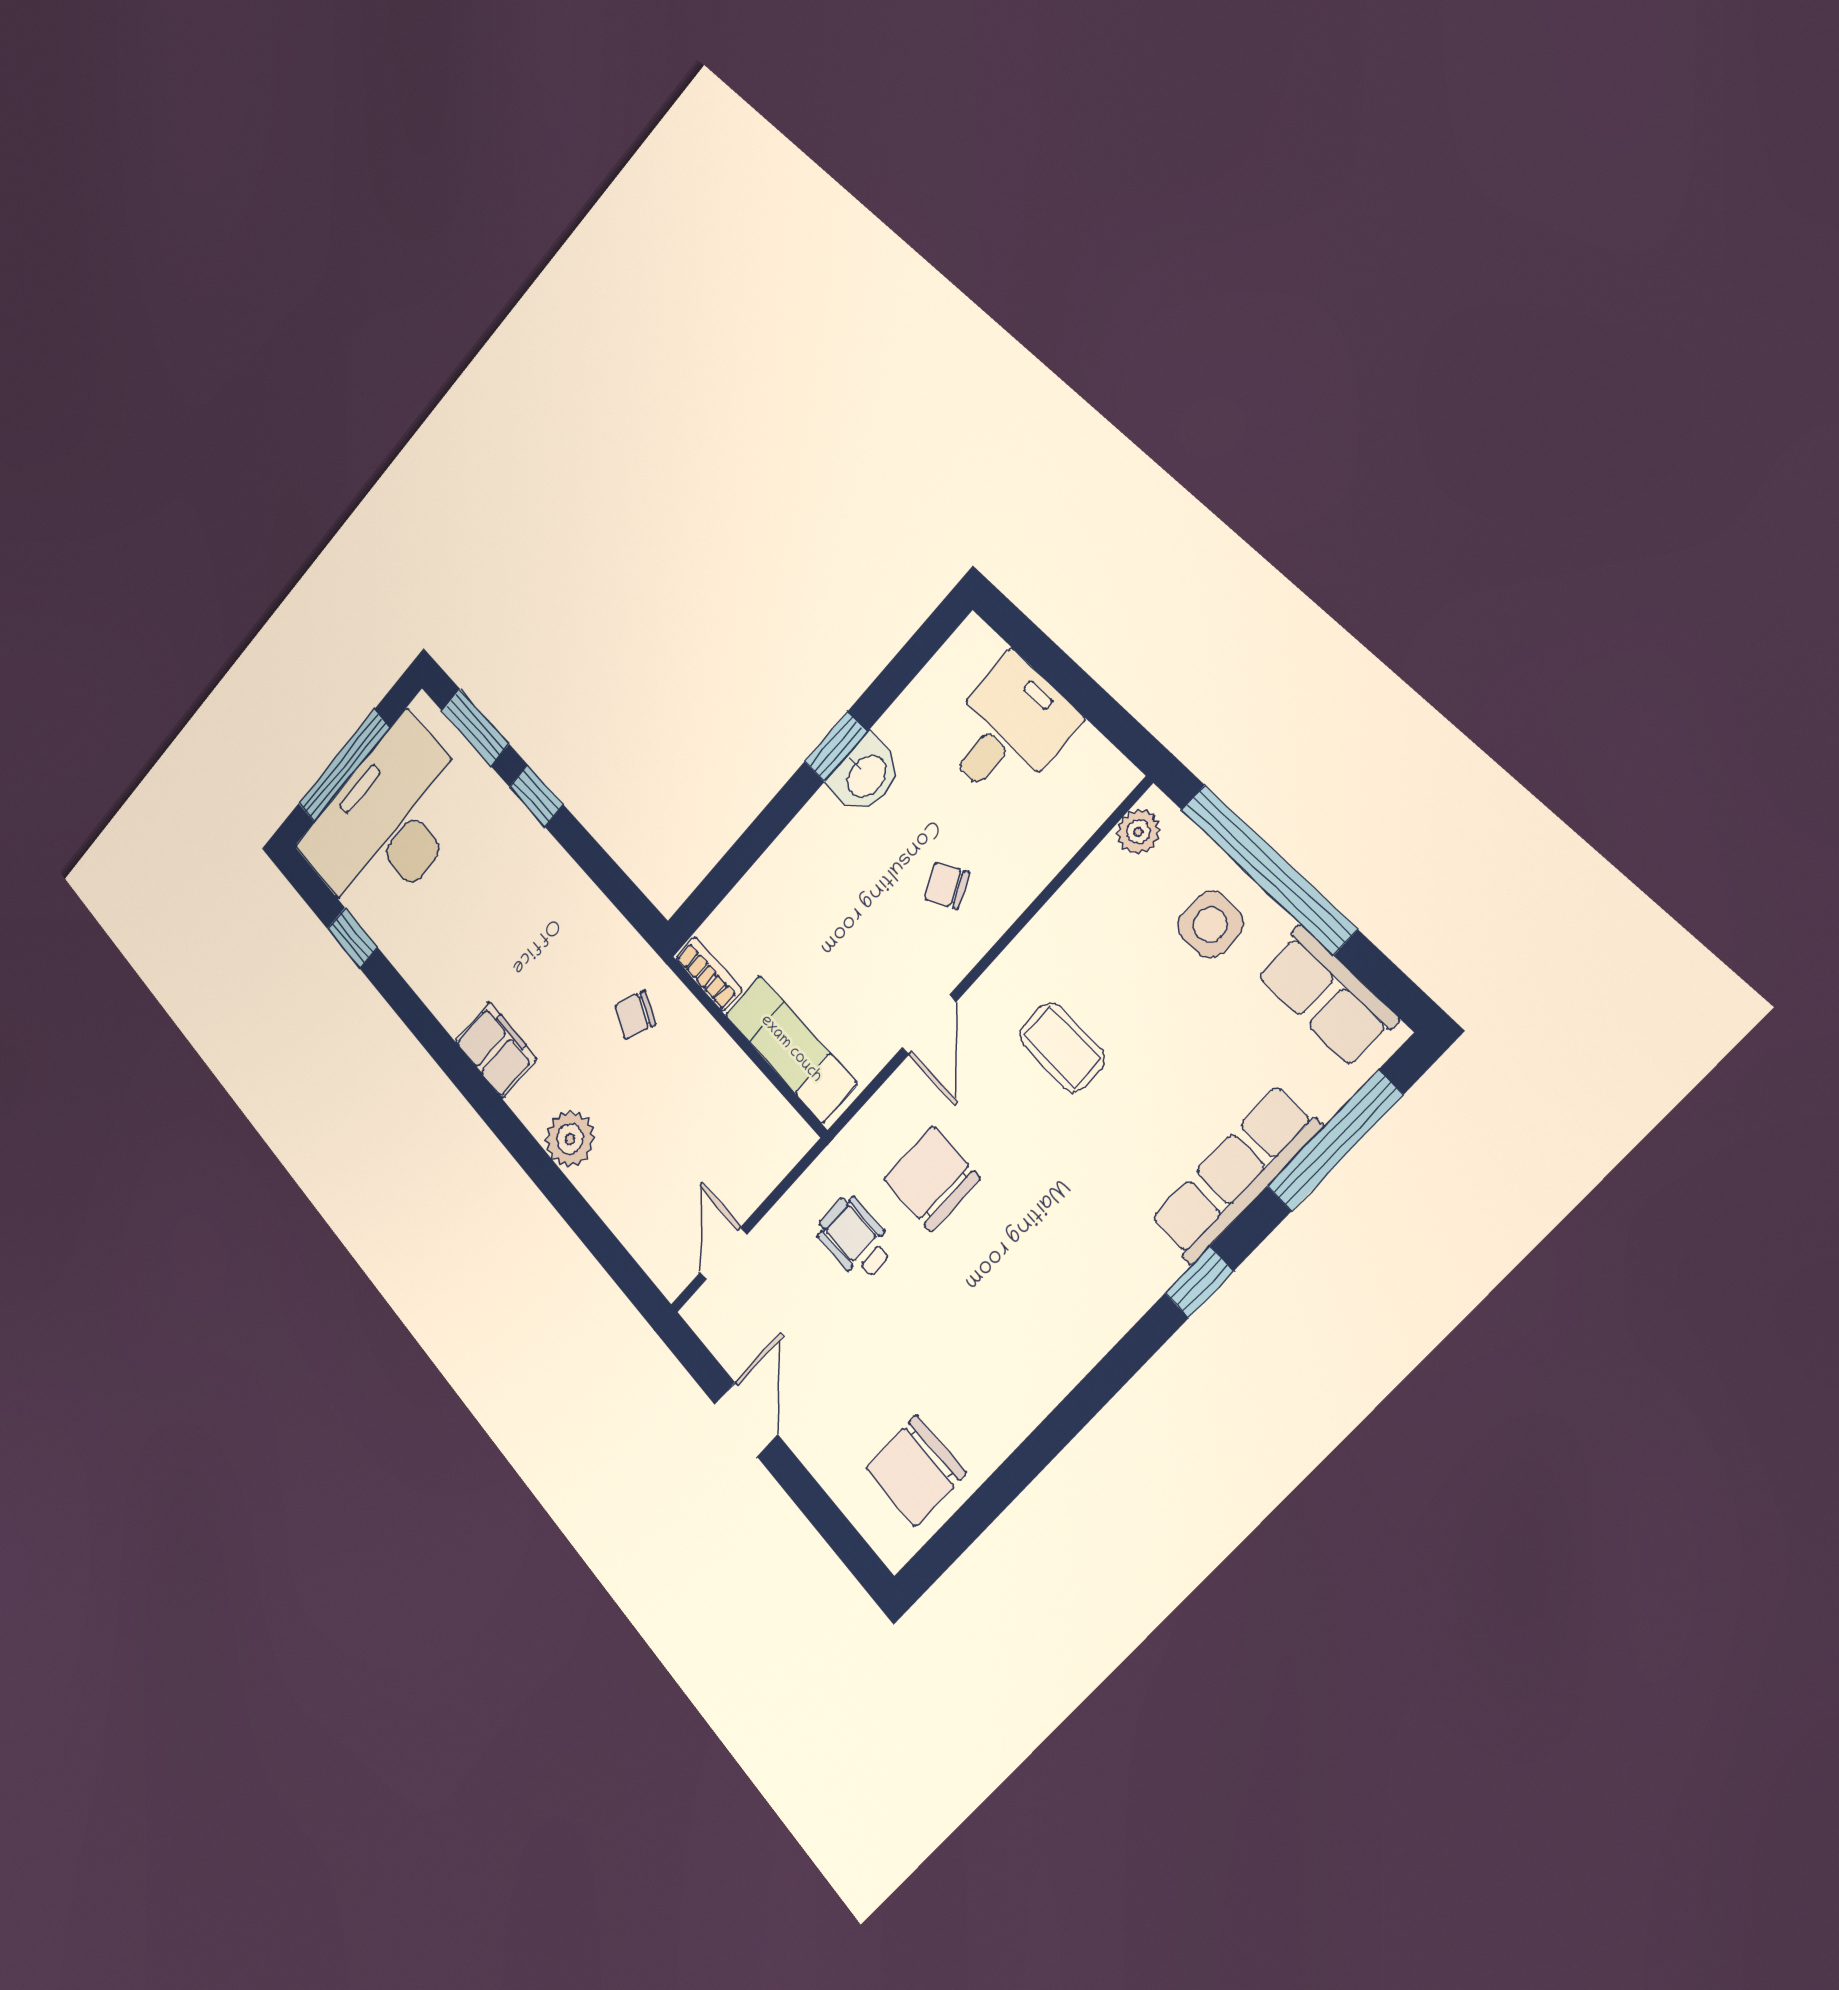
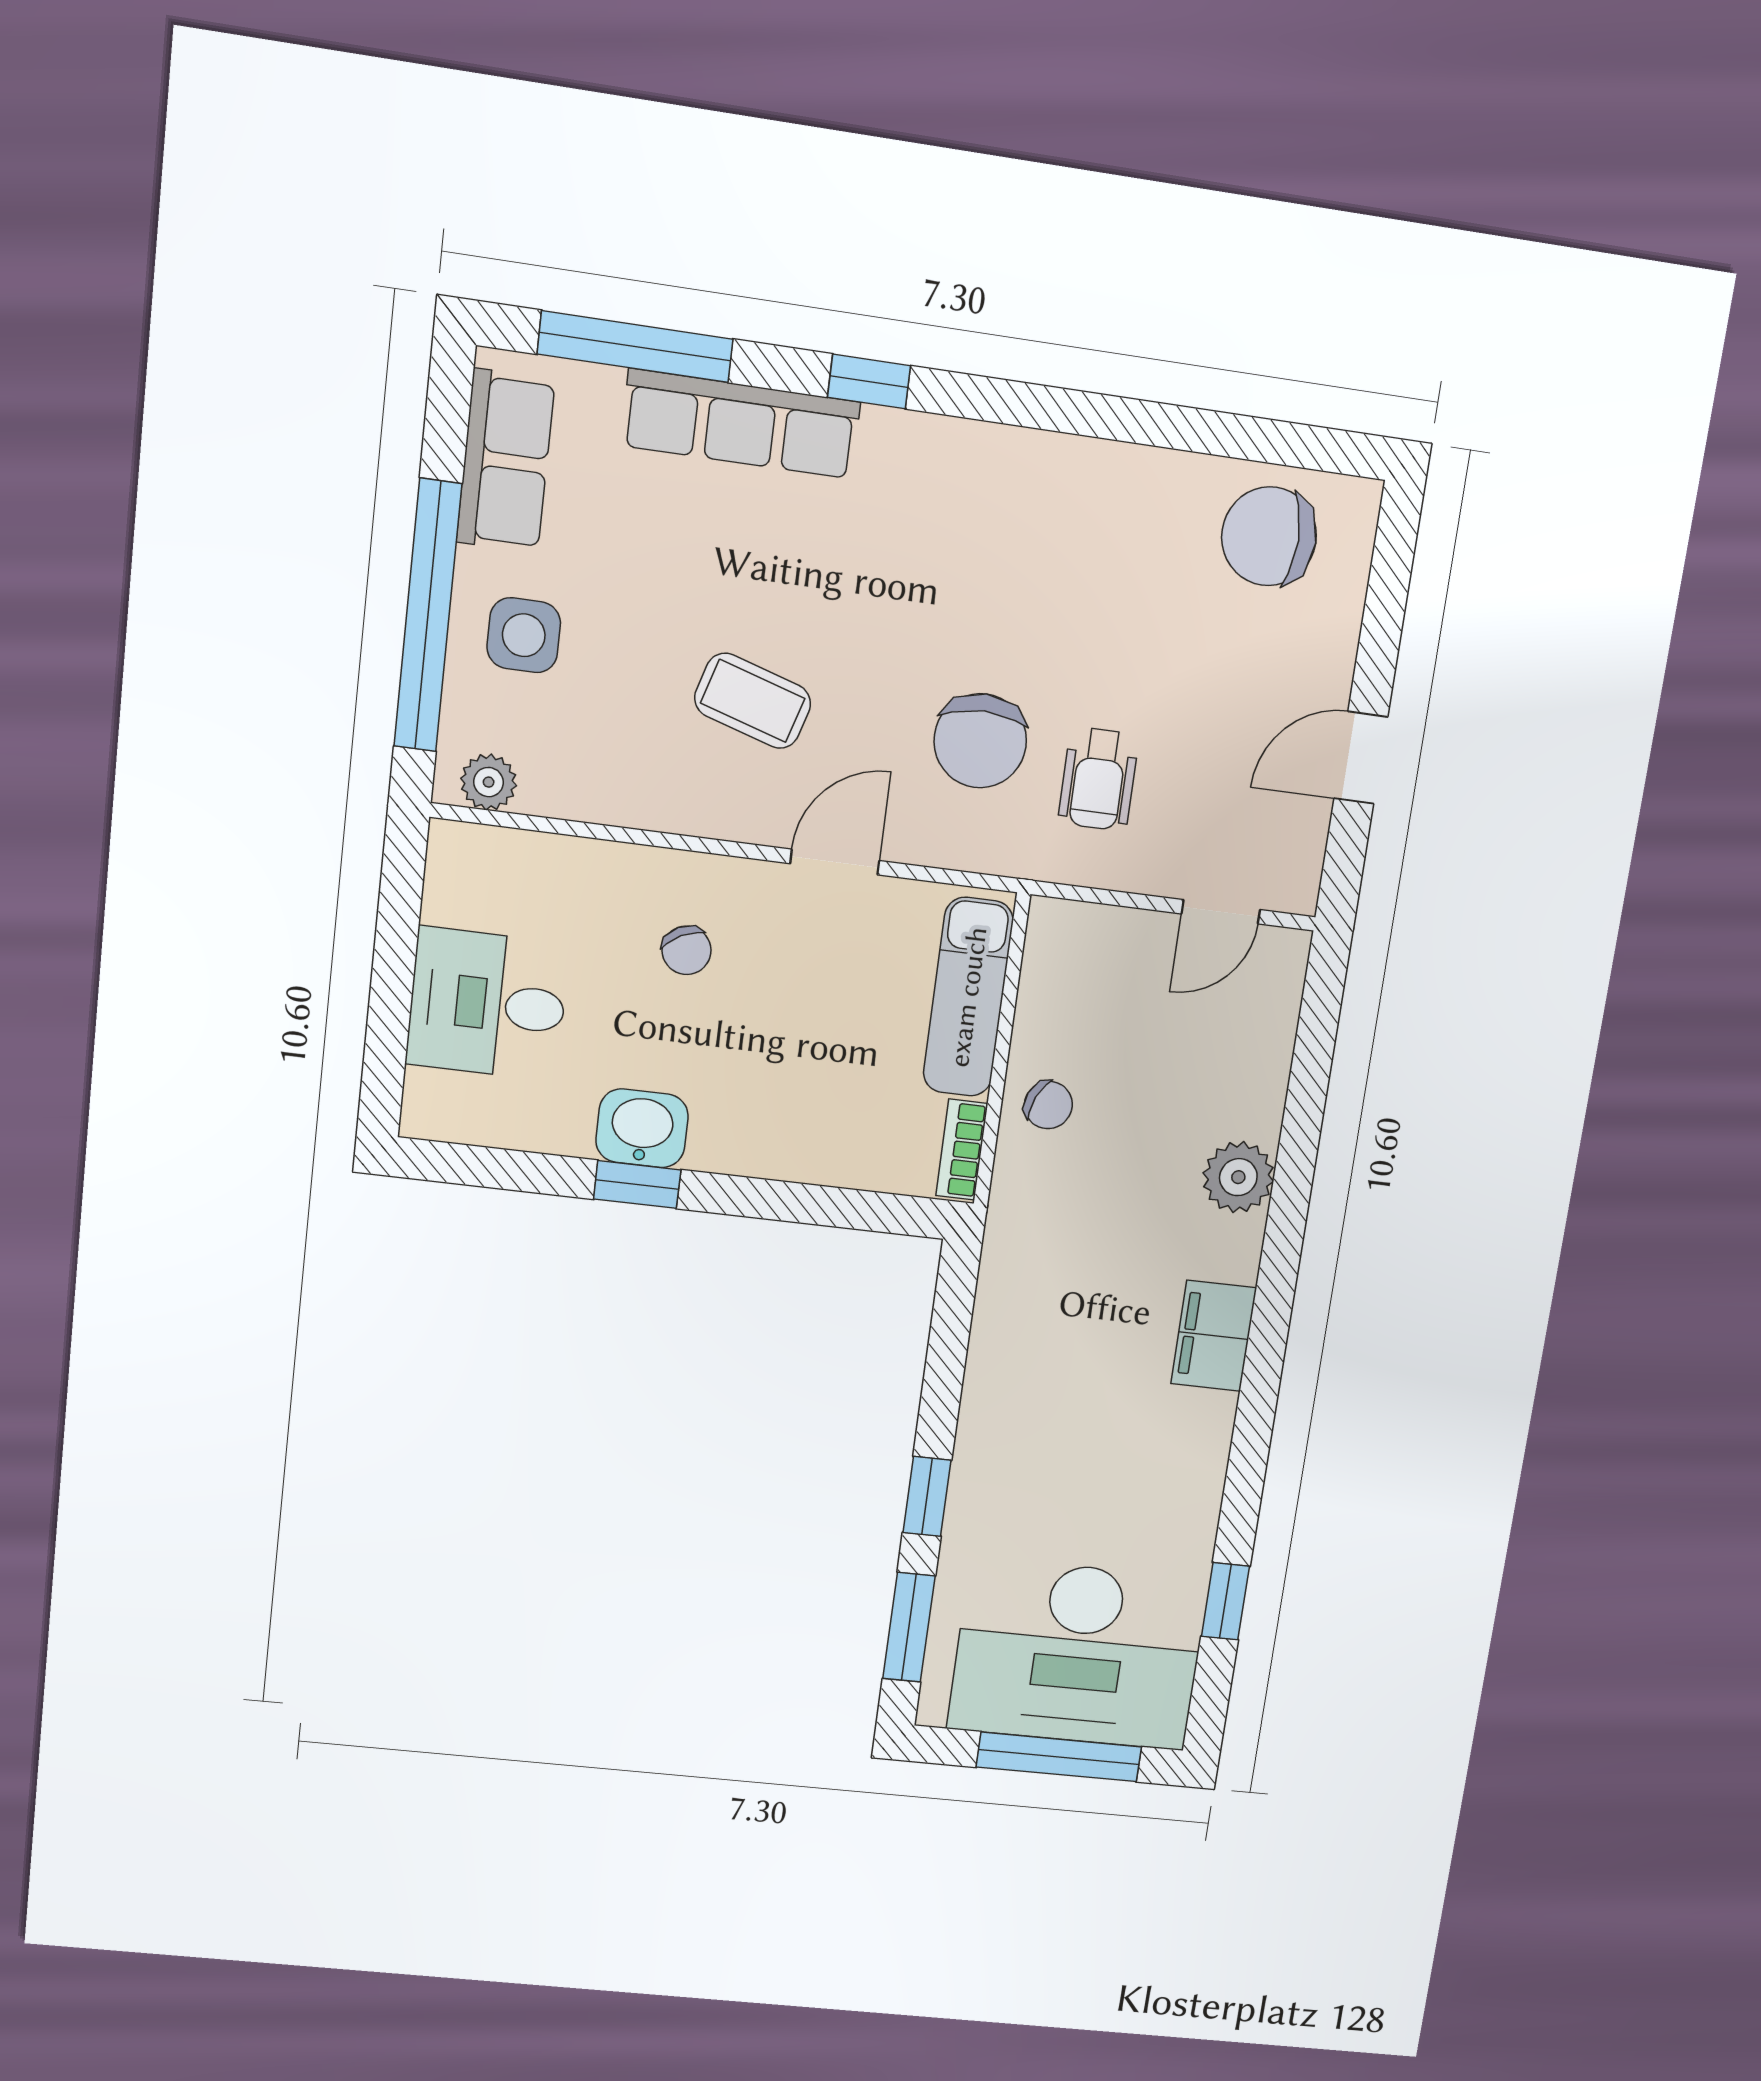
chair: (635, 1015) -> (1048, 1105), moved
coffee table: (1062, 1047) -> (753, 701), turned -73
chair: (916, 1471) -> (1269, 536), turned 180

